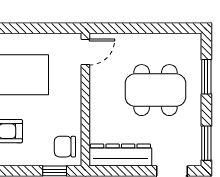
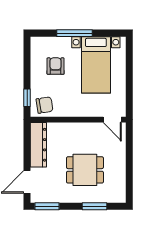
dining table: (155, 90) -> (85, 170), width x0.73
chair: (65, 147) -> (44, 105), turned 81

